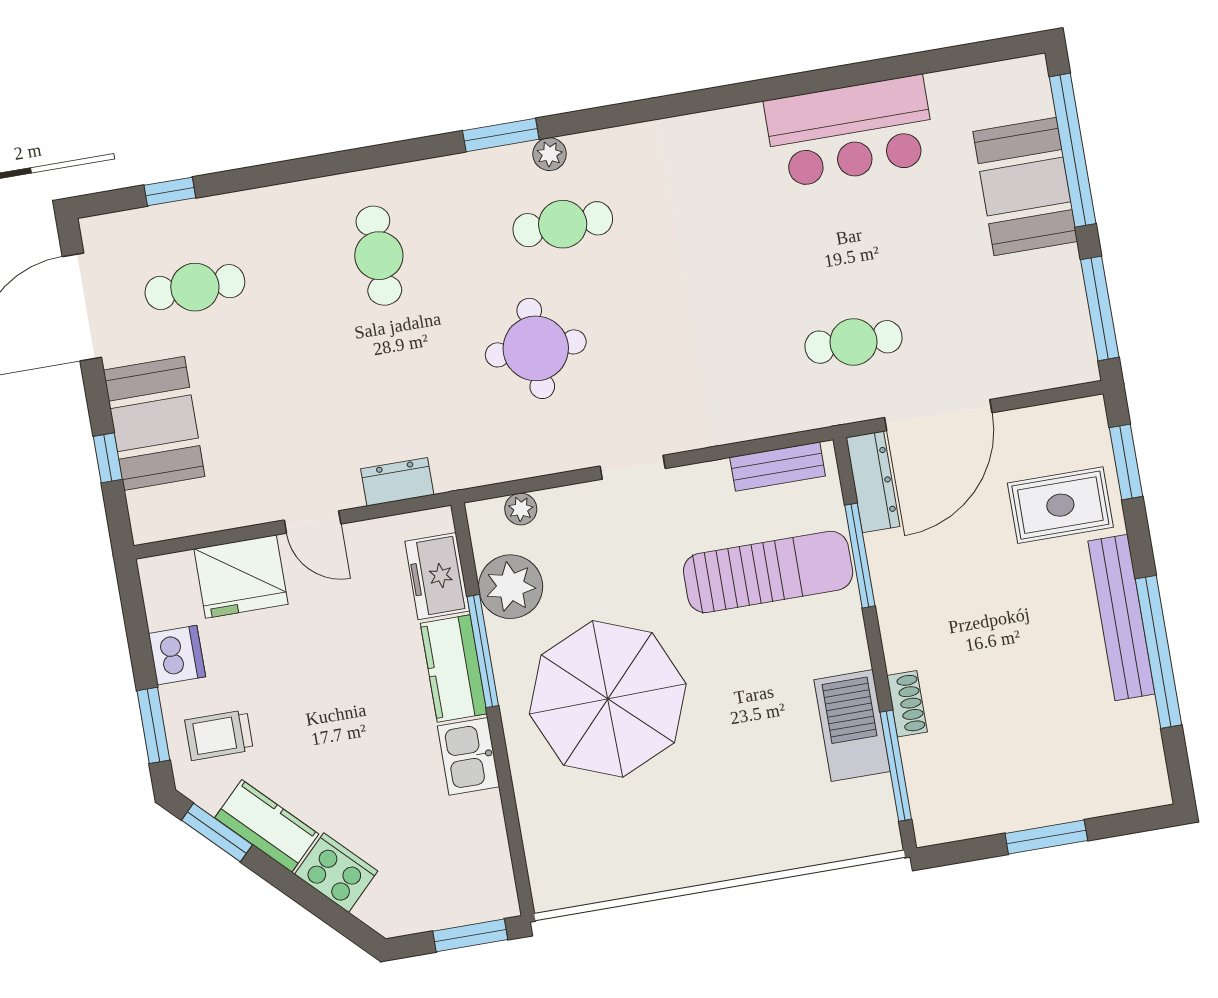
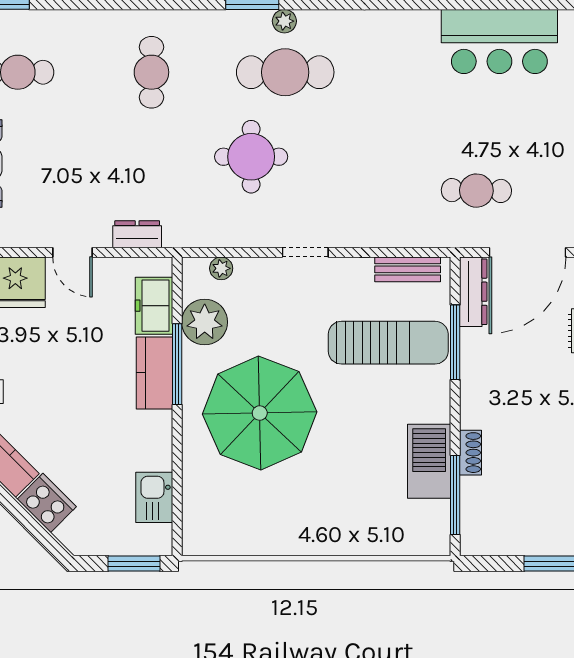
cafe table: (563, 224) -> (285, 72), width x1.37, depth x1.35
kitchen sink: (468, 756) -> (154, 497), moved

